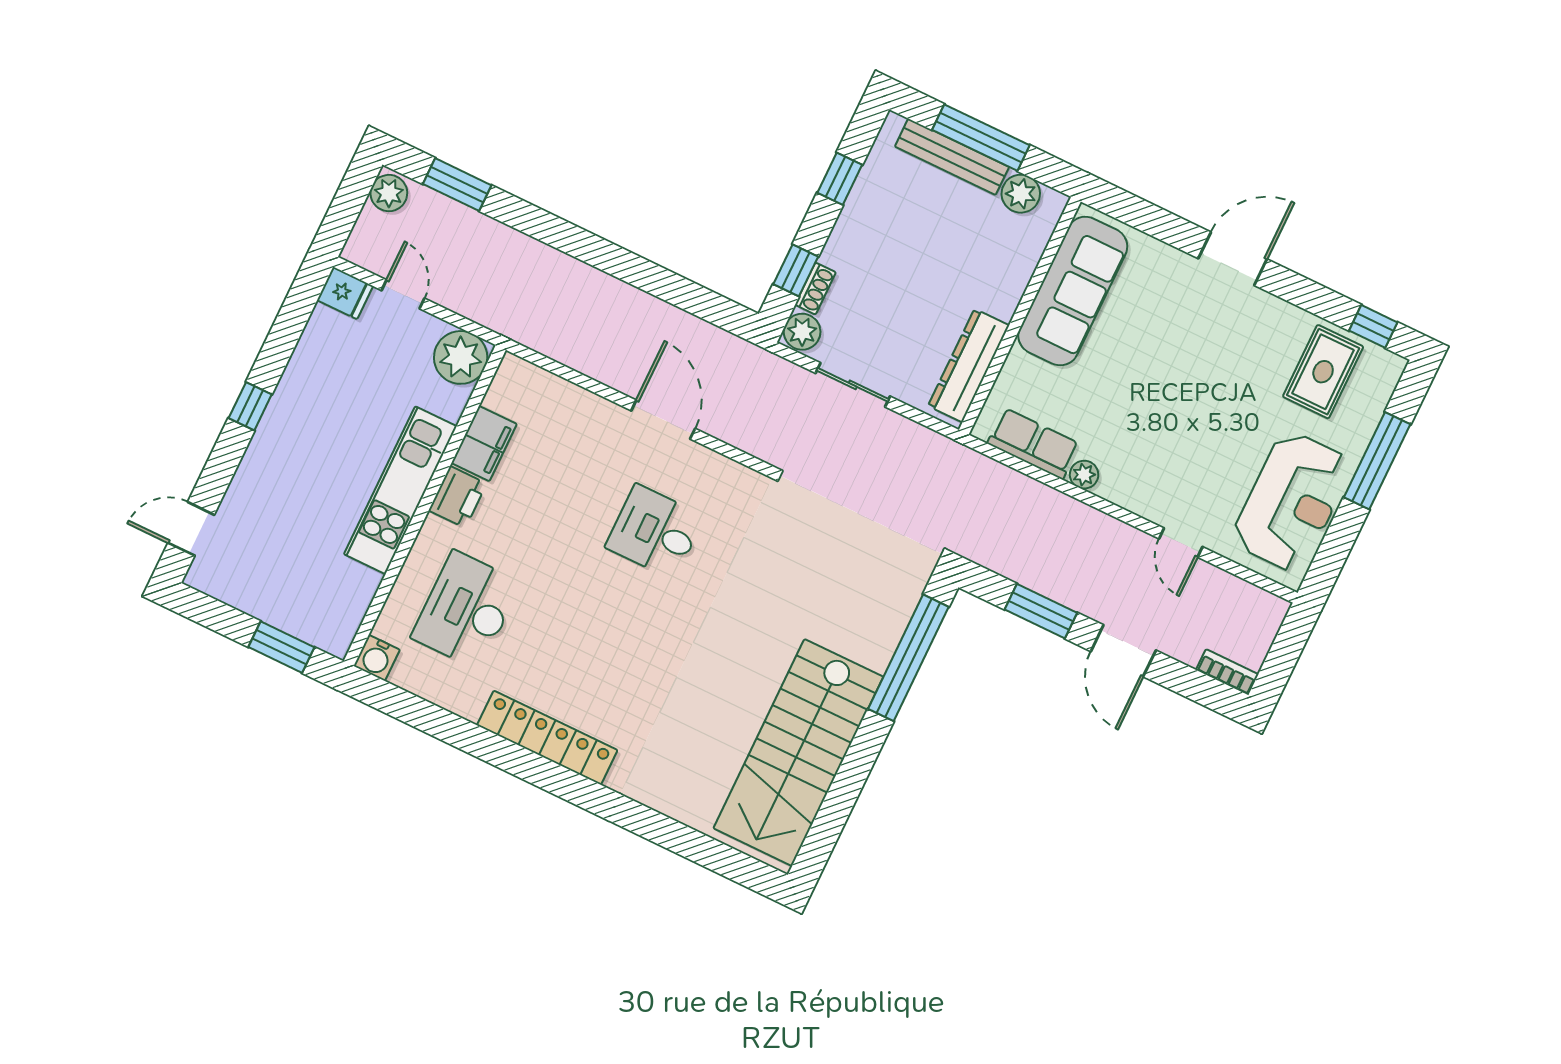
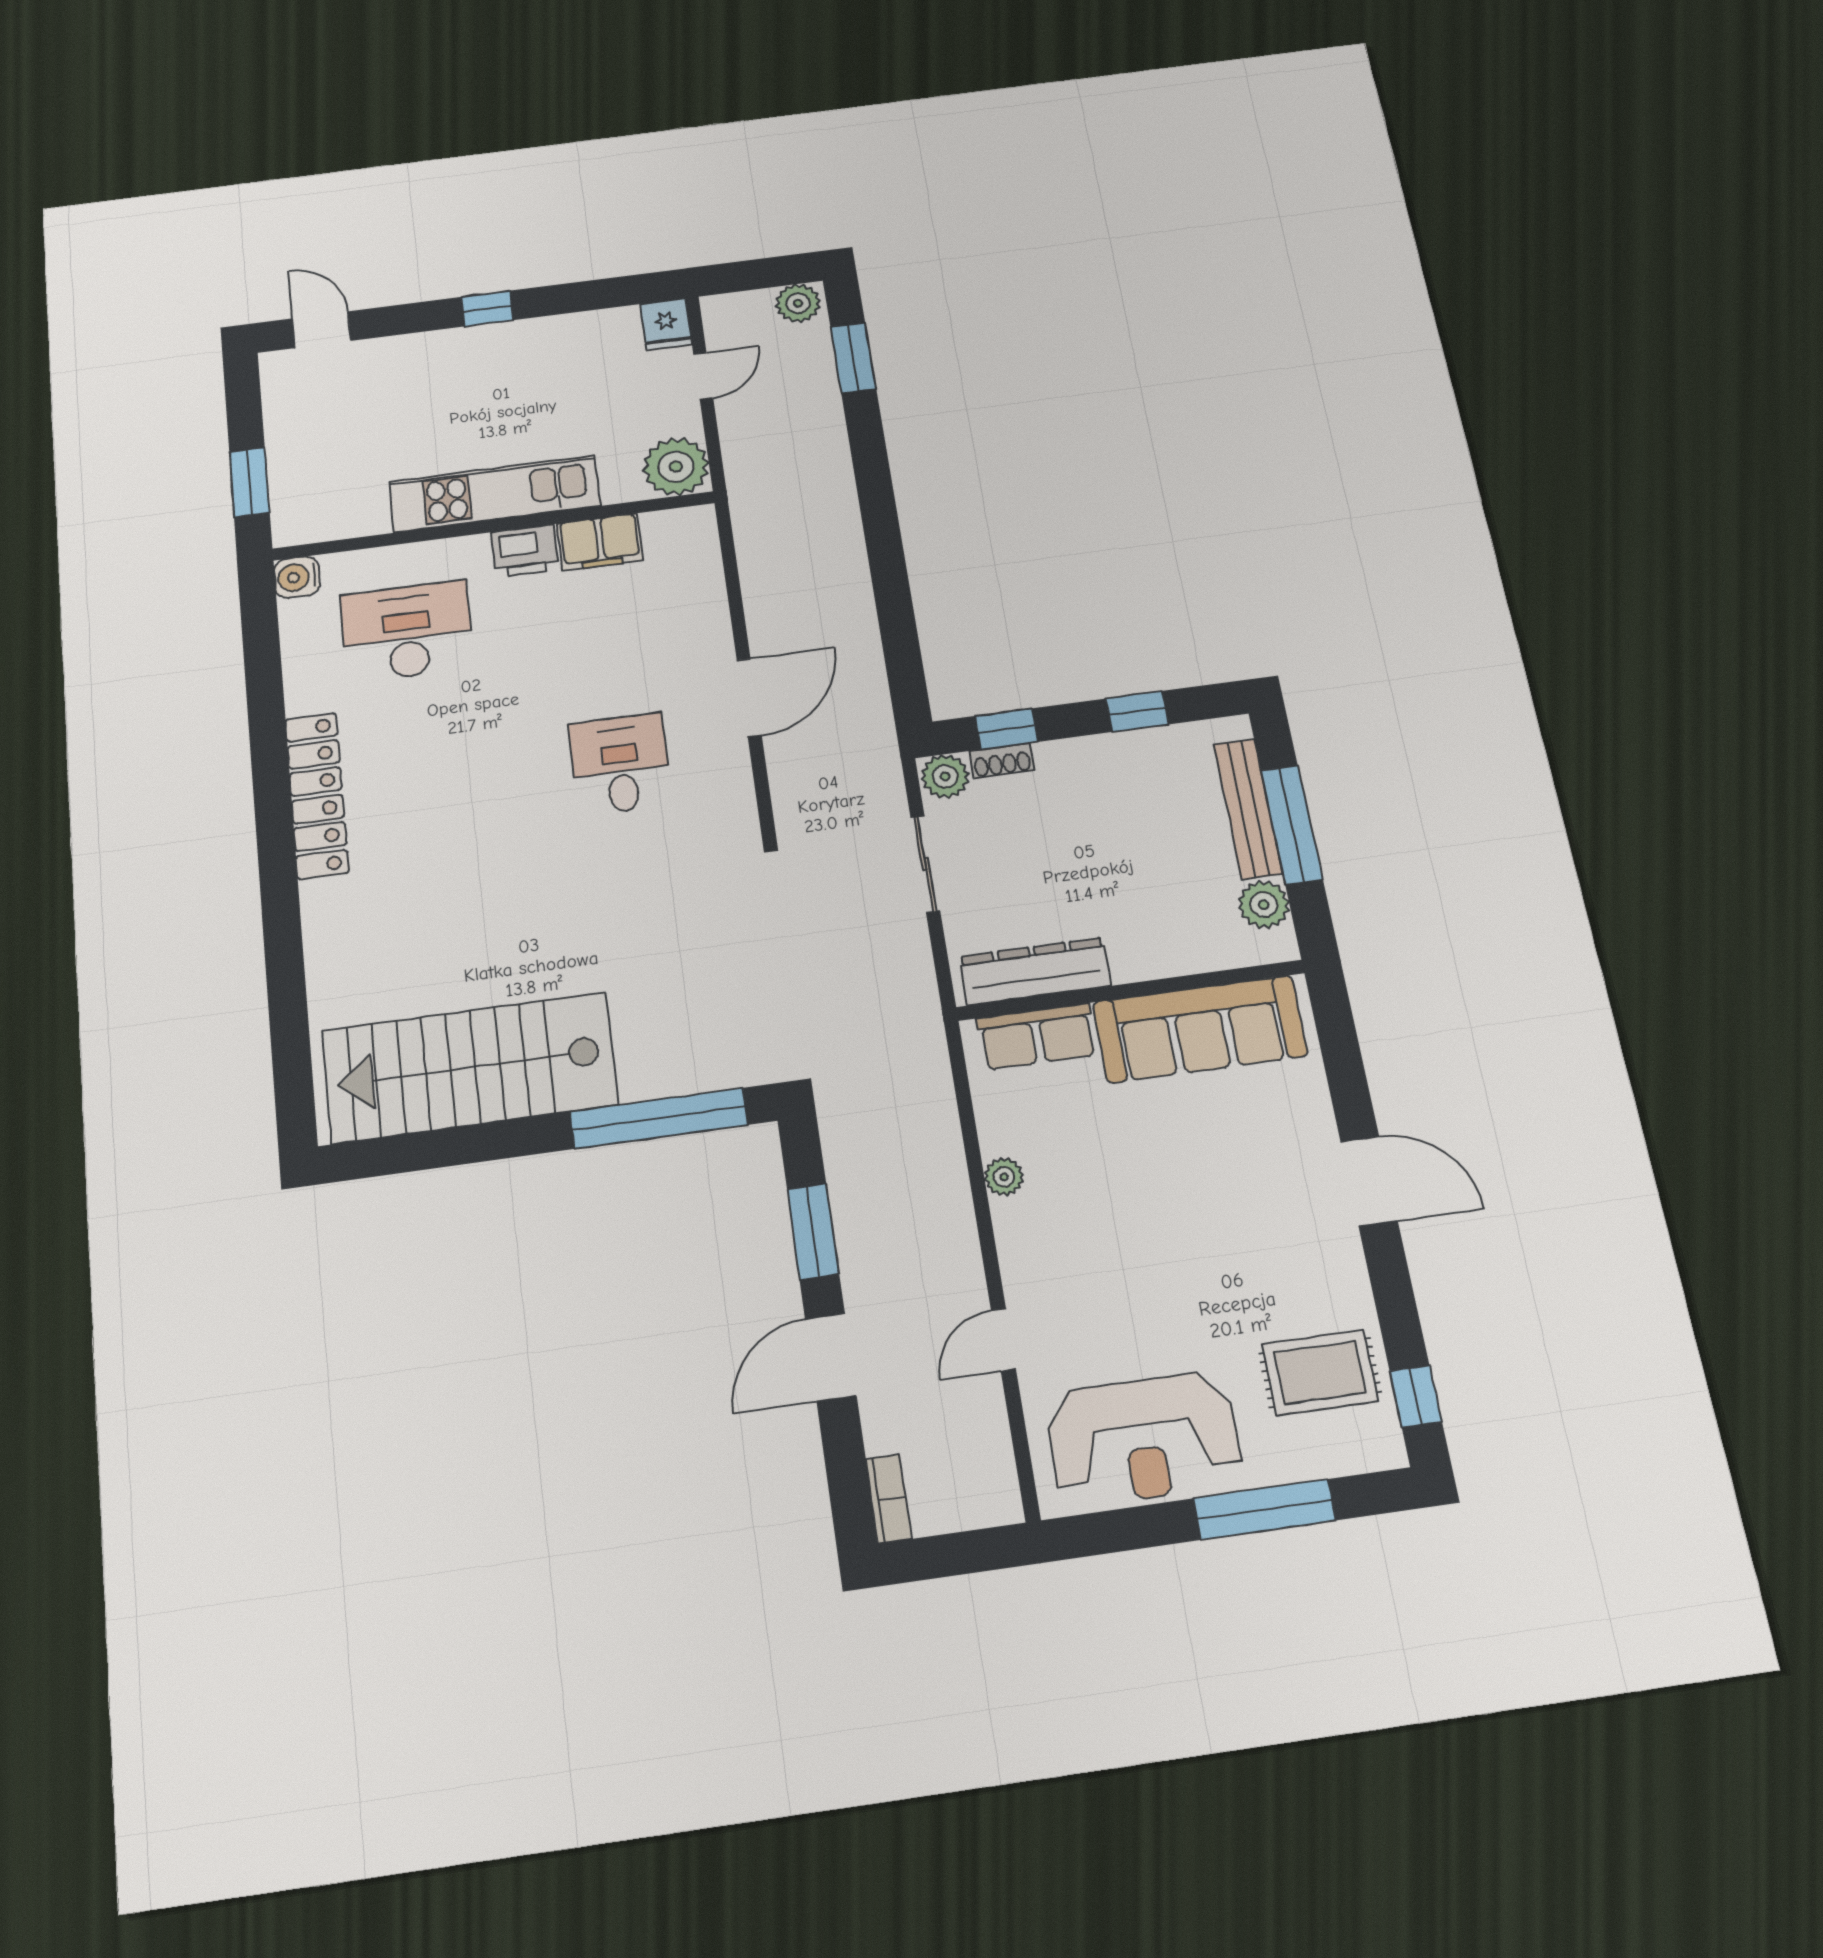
row of seats: (1033, 444) -> (1037, 1036), moved, turned 90

